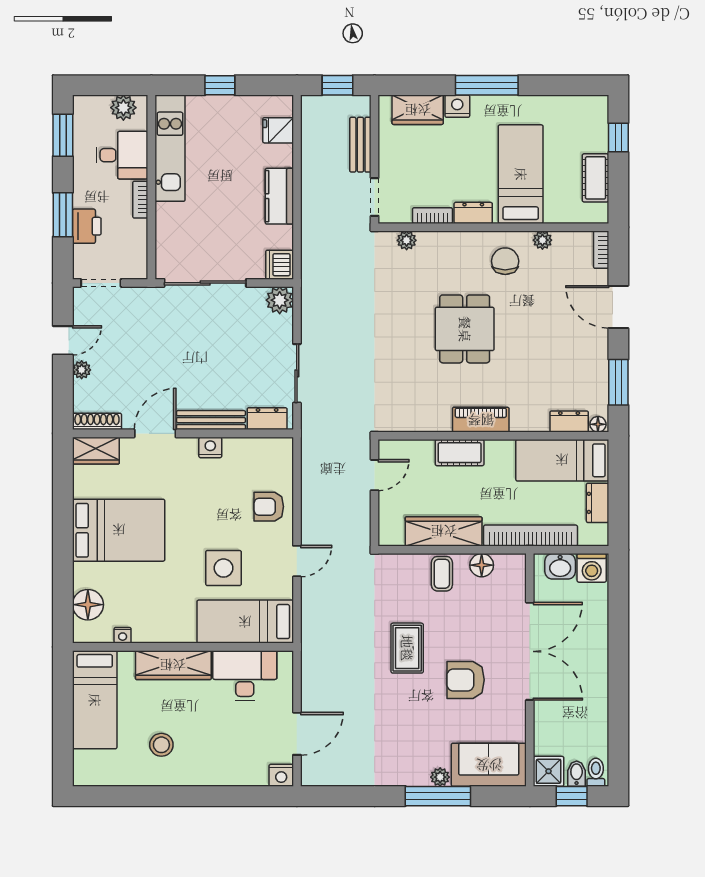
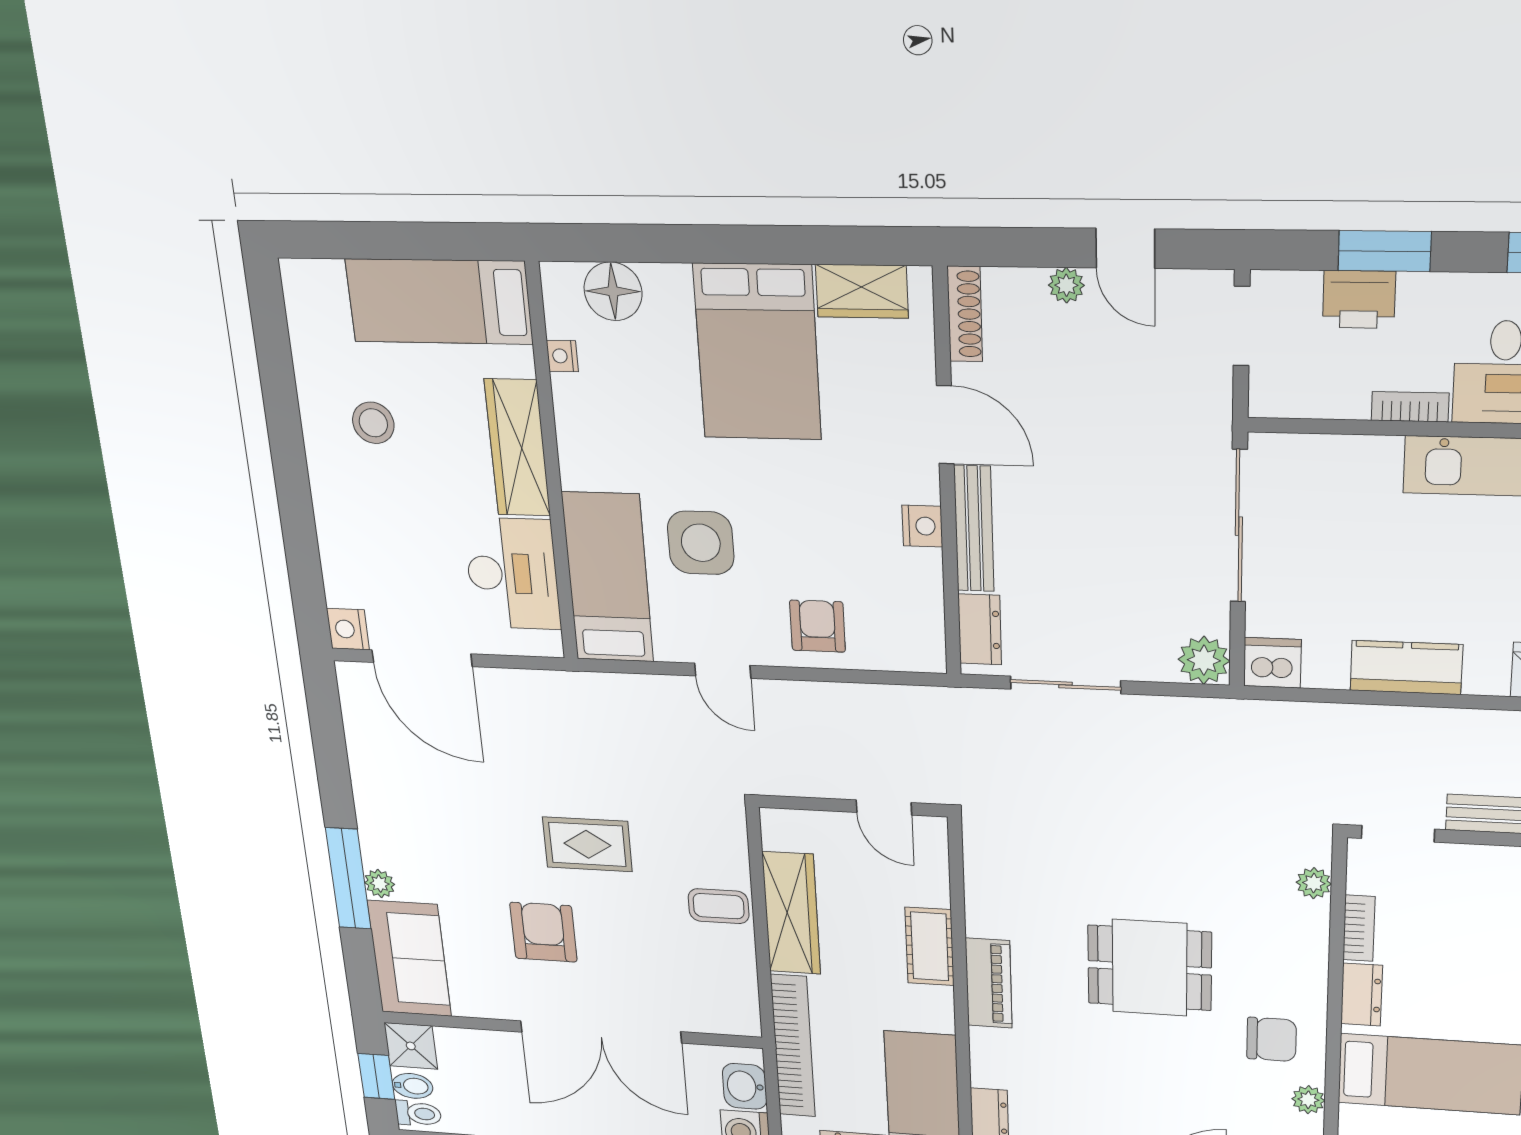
wardrobe: (96, 451) -> (862, 291), moved, turned -90
floor lamp: (482, 565) -> (738, 969), removed
door: (297, 734) -> (422, 658), width x1.36

